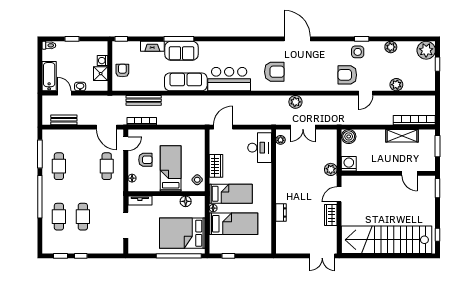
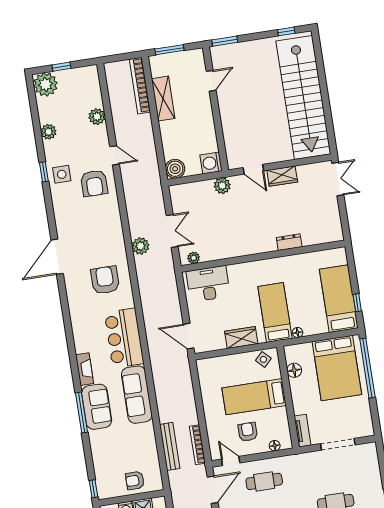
fireplace: (152, 46) -> (85, 369), moved
bed: (233, 224) -> (339, 299), moved

